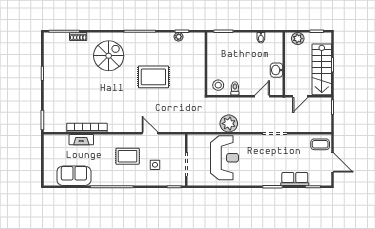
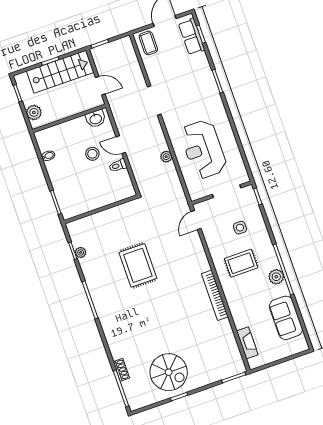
spiral stairs: (109, 56) -> (169, 372), moved, turned 180
washbasin: (277, 70) -> (96, 119), moved
stool: (218, 85) -> (92, 154), moved
door: (262, 96) -> (121, 145), moved
plant: (229, 124) -> (166, 157), width x0.53, depth x0.53
bookcase: (87, 128) -> (215, 295), moved
door: (150, 133) -> (196, 220), moved
fireplace: (81, 140) -> (247, 343), moved
rug: (128, 156) -> (241, 263), turned 90
reception desk: (224, 158) -> (203, 149), turned -90
plant: (108, 179) -> (276, 277), added
row of seats: (295, 179) -> (192, 37), moved

